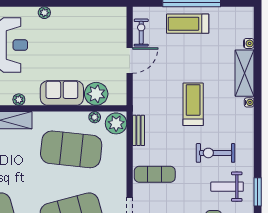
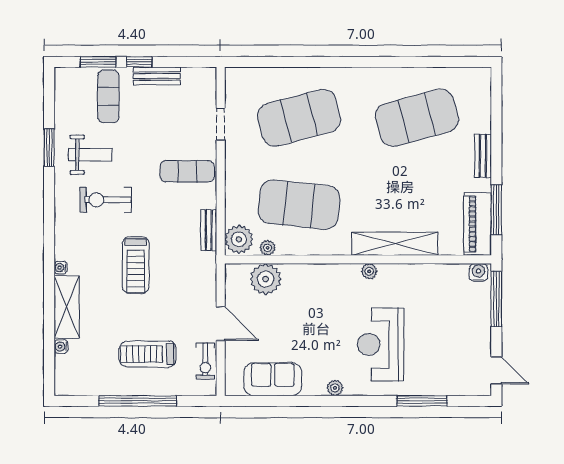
treadmill: (188, 24) -> (148, 354), moved, turned 180
door: (130, 61) -> (221, 324), swing flipped
sofa: (62, 93) -> (273, 379), moved, turned 180
exercise bike: (216, 153) -> (106, 200), turned 180

